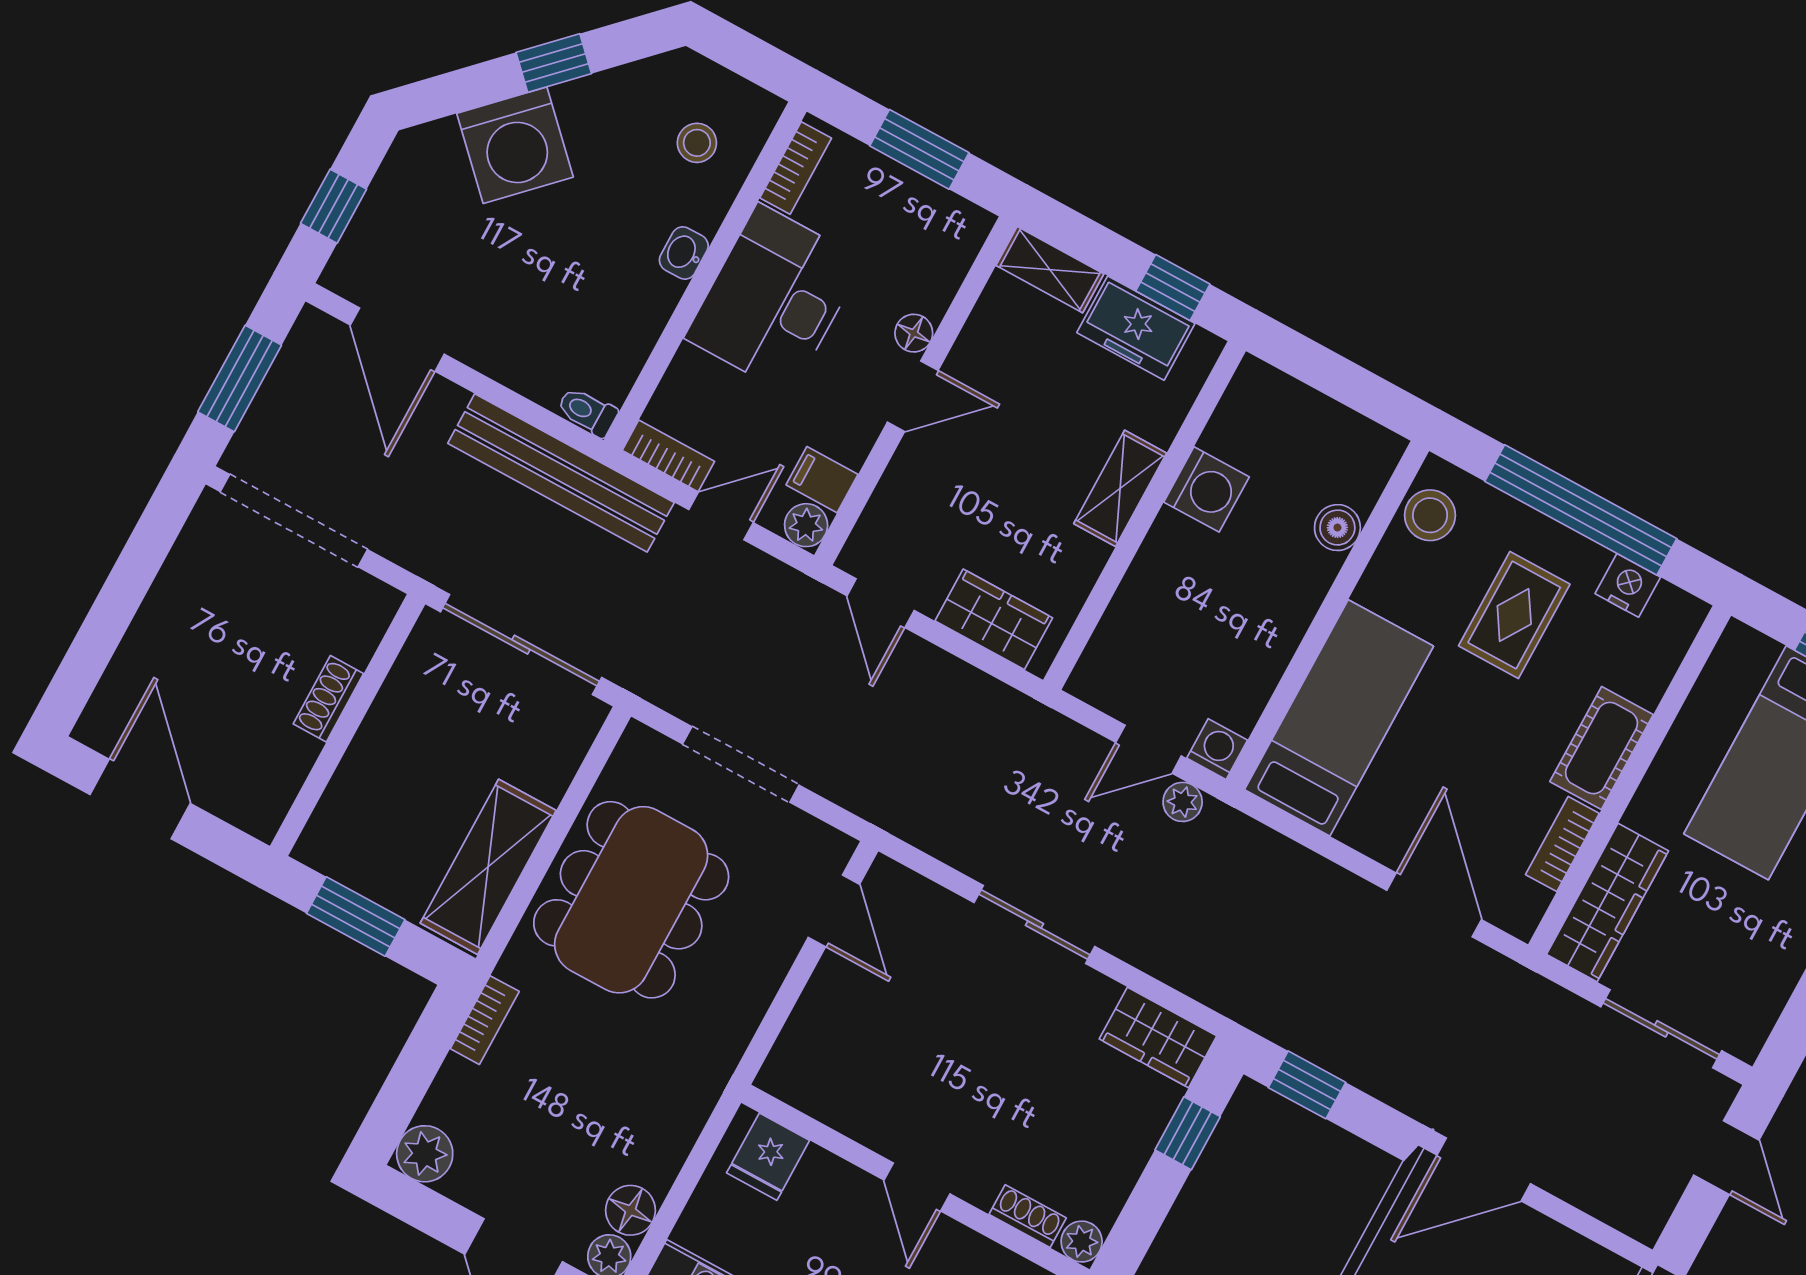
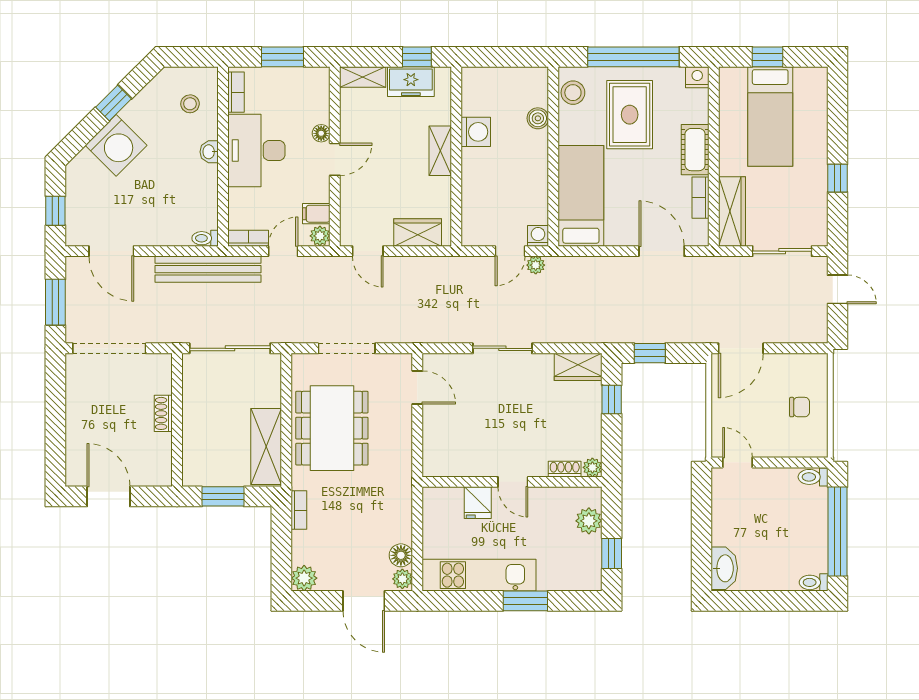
nightstand: (1628, 585) -> (697, 77), moved
rug: (1514, 615) -> (630, 115), width x1.36, depth x1.43
fridge: (768, 1157) -> (478, 503), moved

